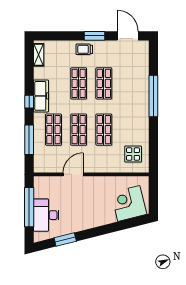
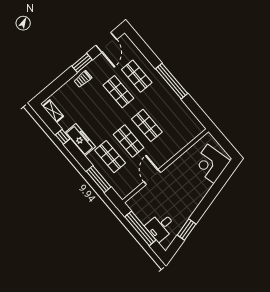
door: (128, 36) -> (106, 42), swing flipped
shop shelf: (79, 83) -> (137, 76), moved
window: (153, 96) -> (172, 81), moved
window: (29, 102) -> (63, 137), moved
display table: (133, 154) -> (183, 125), removed
desk: (46, 215) -> (161, 227), width x0.73

